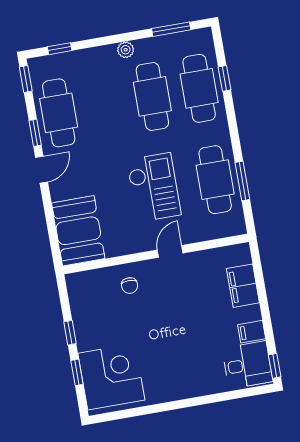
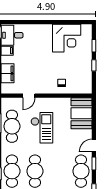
checkout: (154, 187) -> (42, 128), turned 180
door: (170, 251) -> (29, 96), moved
corner desk: (111, 377) -> (67, 38), moved, turned -90

